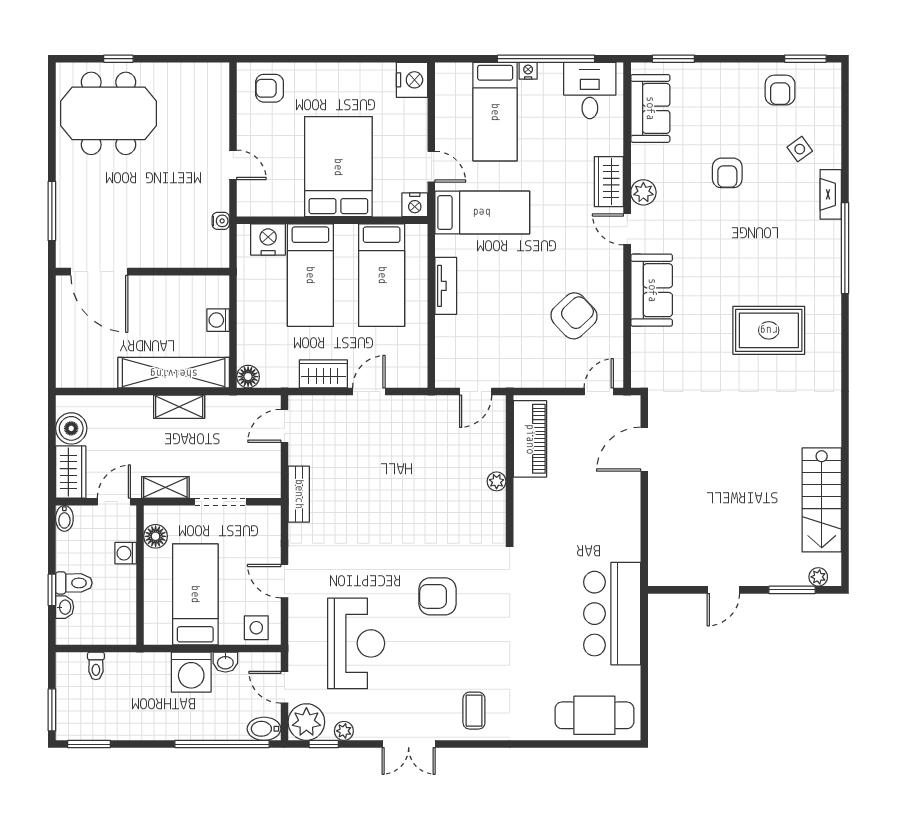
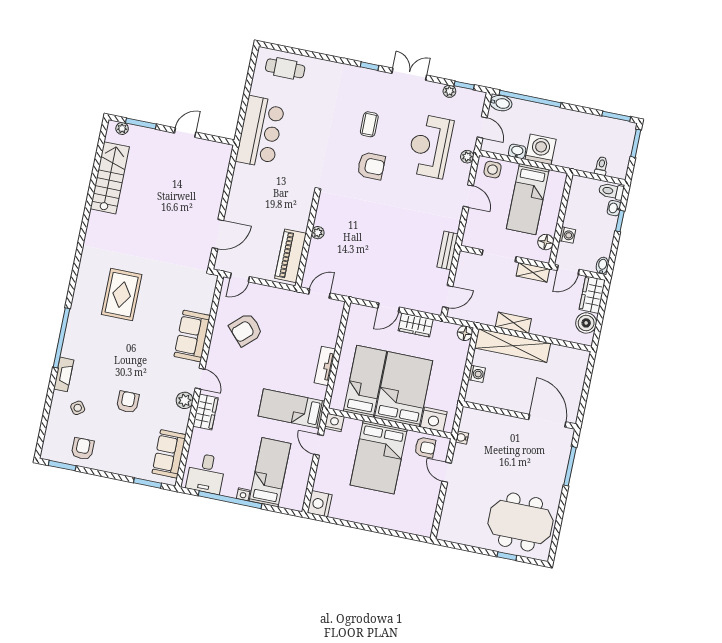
armchair: (270, 88) -> (425, 447), moved
bed: (310, 275) -> (404, 389), width x1.50
rug: (769, 330) -> (122, 295), turned 90
toilet: (74, 583) -> (611, 191), moved
coffee table: (474, 711) -> (369, 124), moved
cafe table: (594, 715) -> (285, 68), width x0.73, depth x0.74
plant: (306, 722) -> (467, 157), moved, width x0.53, depth x0.53
window: (470, 744) -> (370, 66), added

